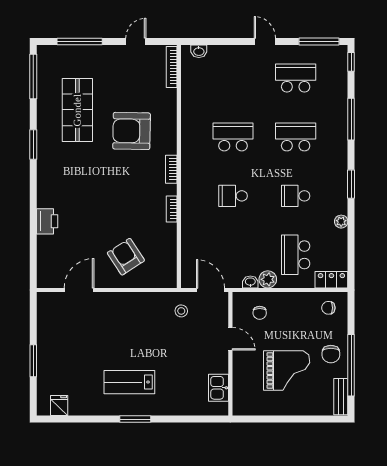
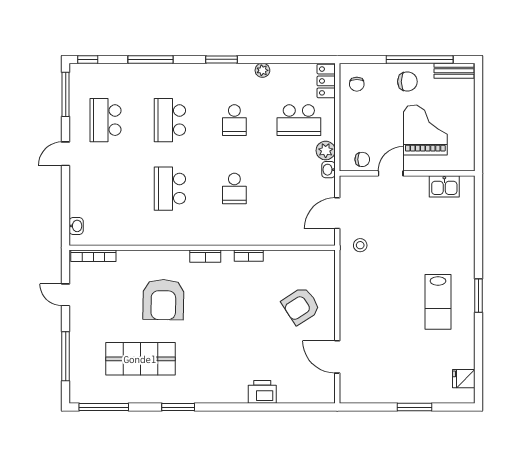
door: (230, 339) -> (391, 173), moved
wall: (230, 354) -> (407, 173), moved
kitchen sink: (218, 388) -> (444, 186), moved

